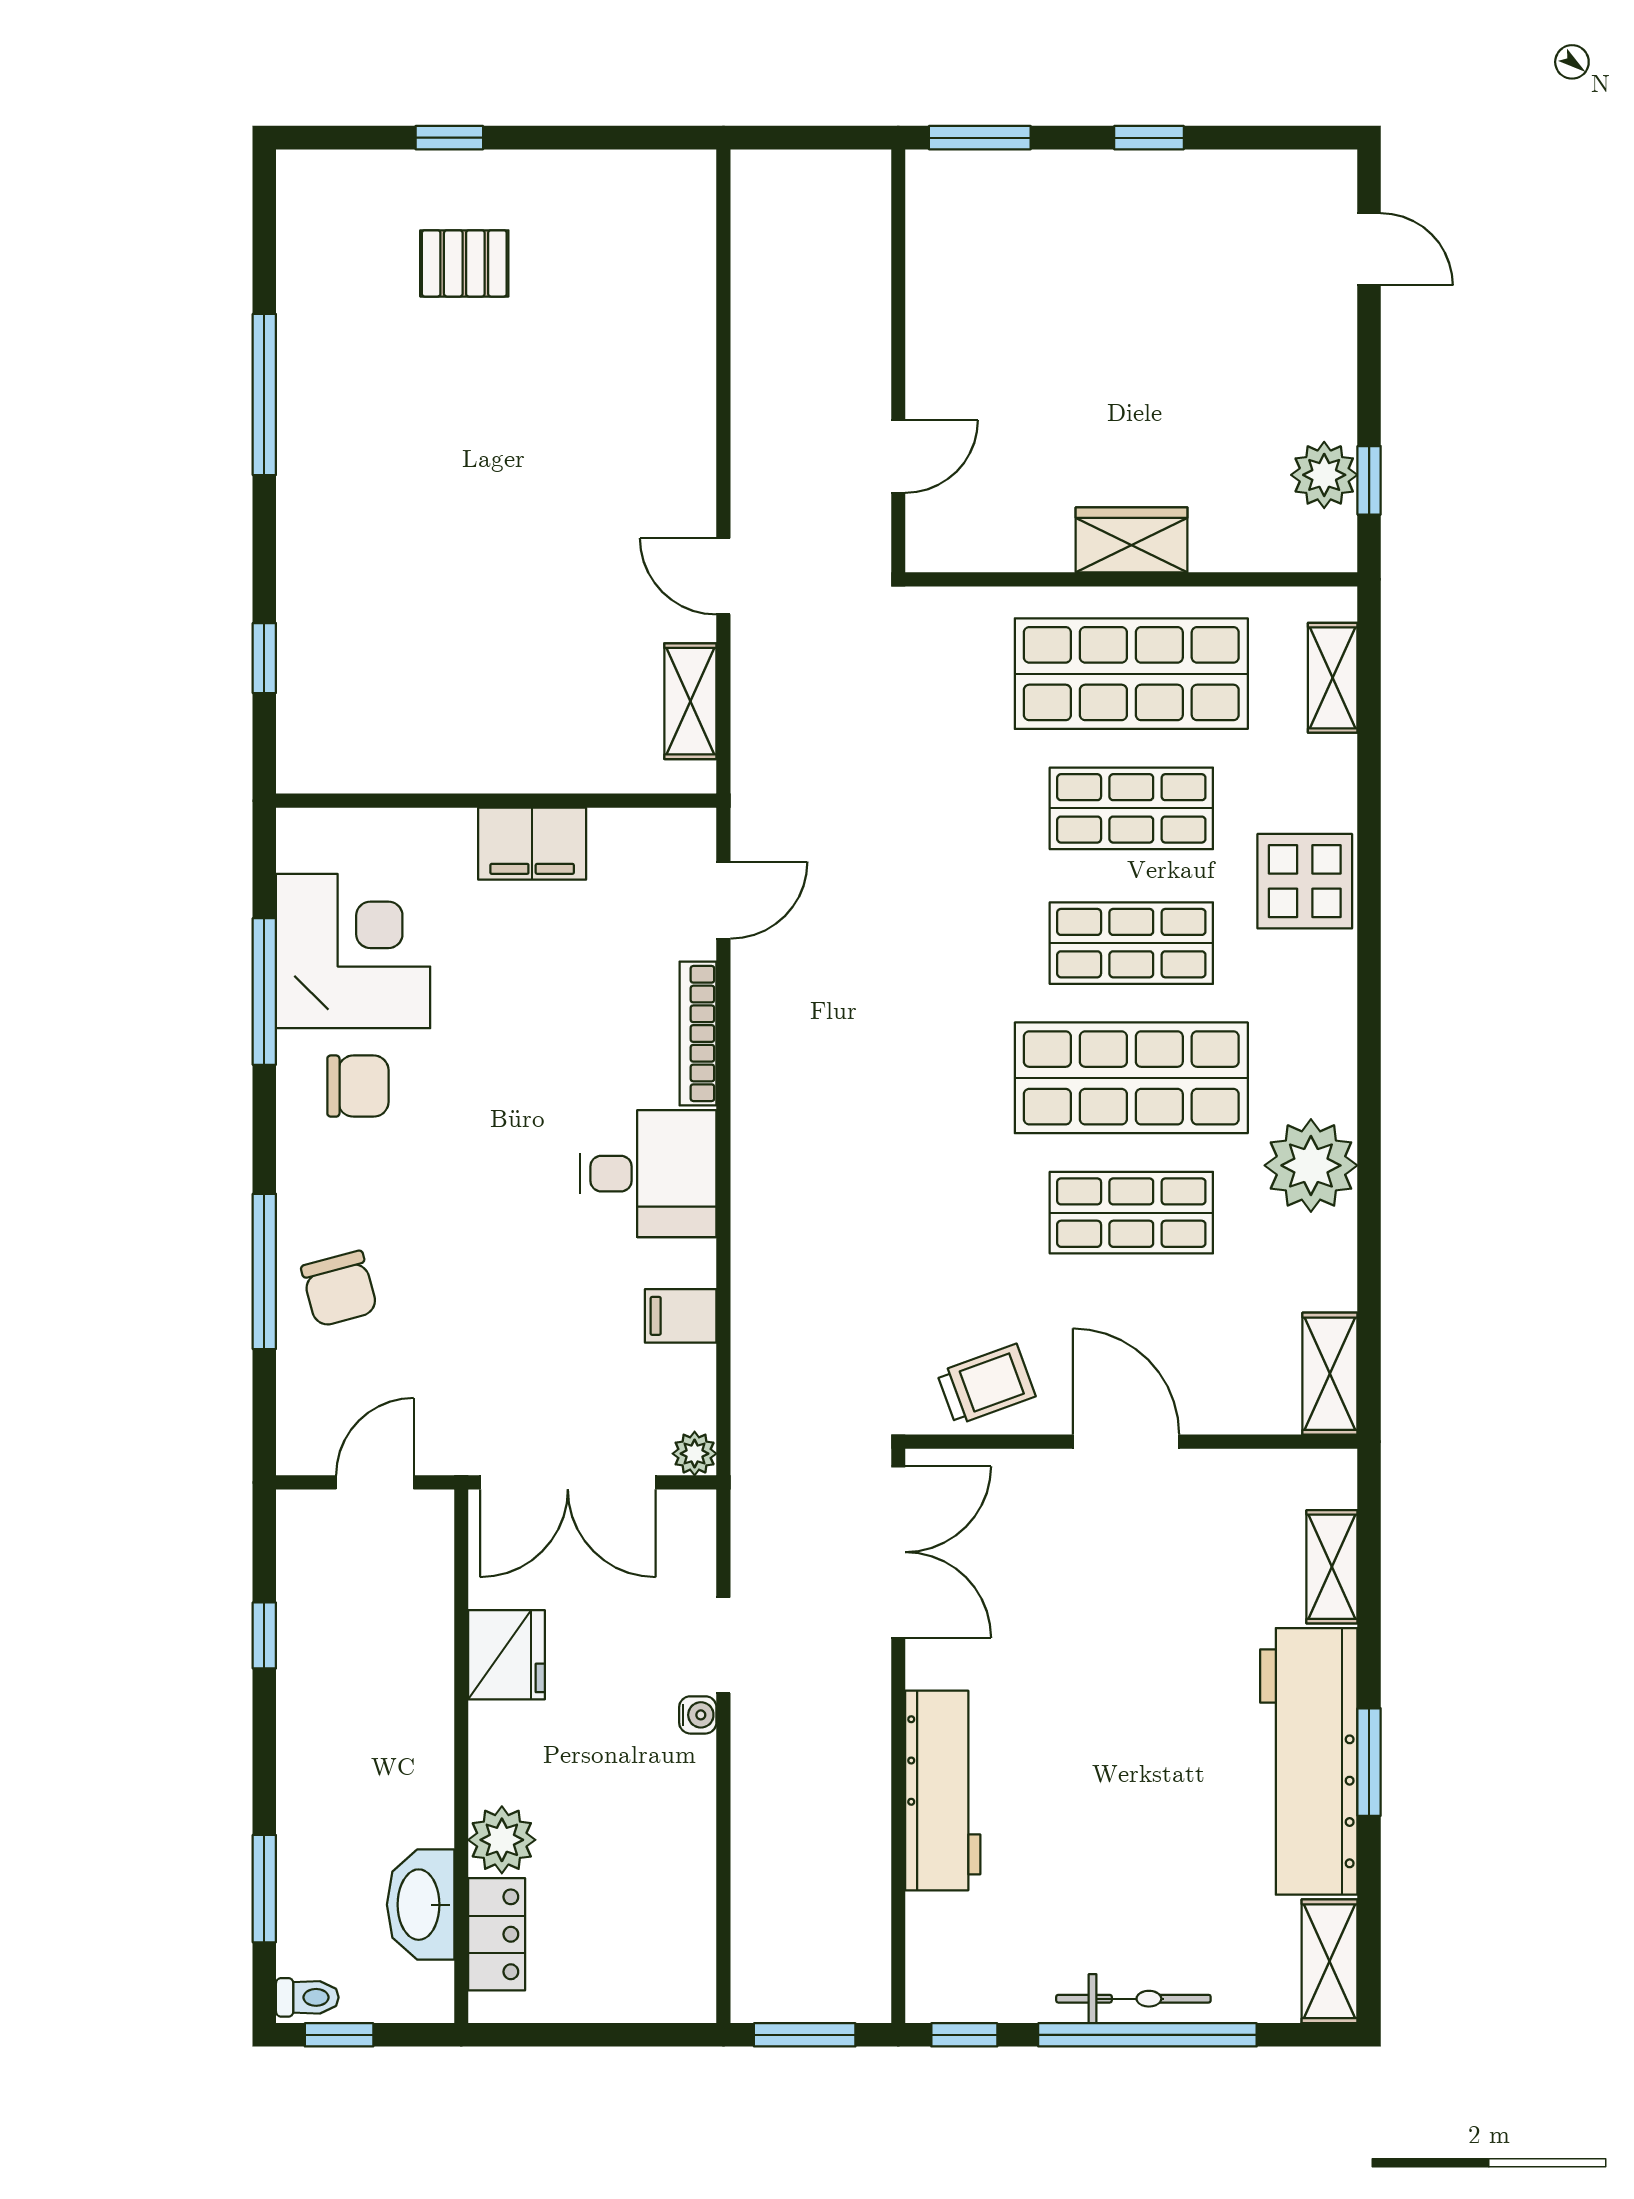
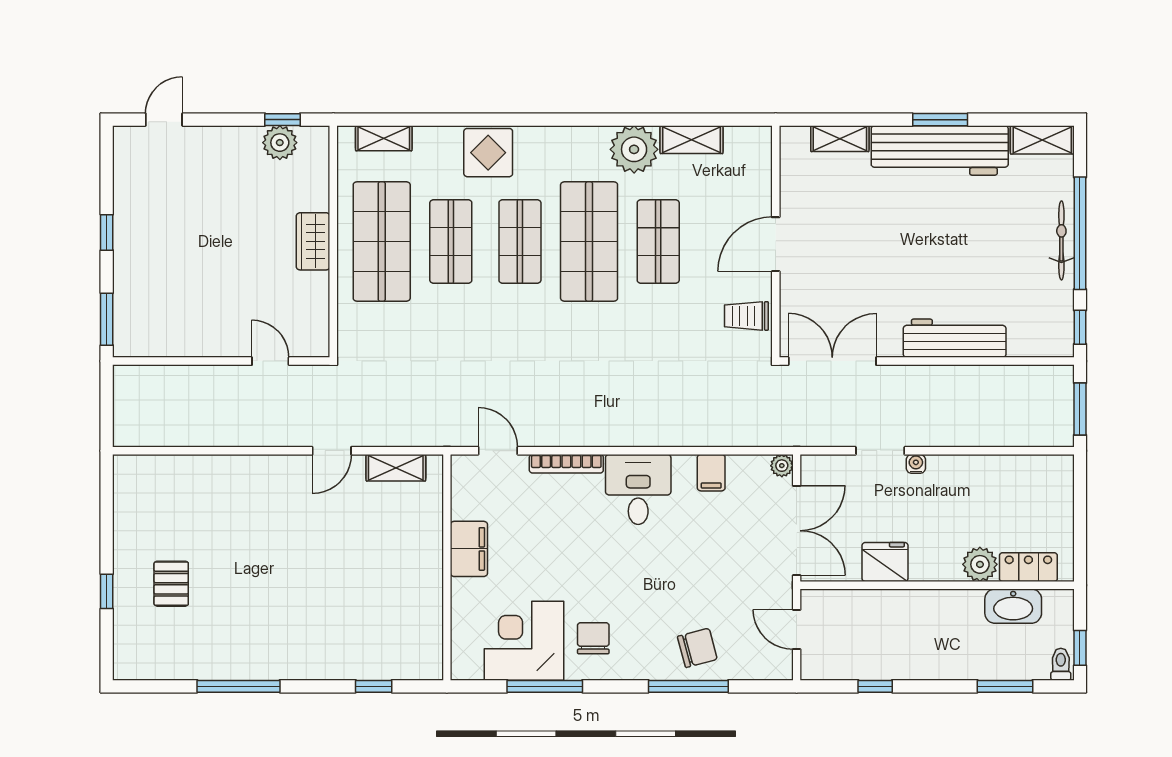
shelving: (1330, 1374) -> (692, 140), moved
trolley: (986, 1384) -> (746, 316), turned -70

